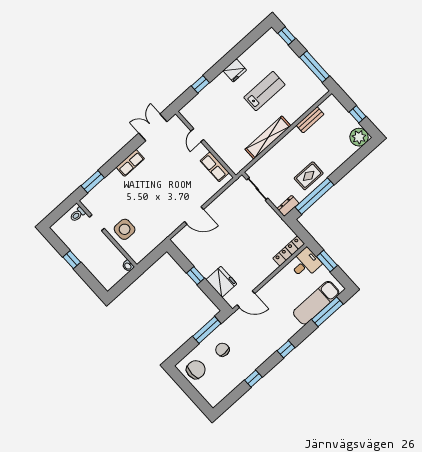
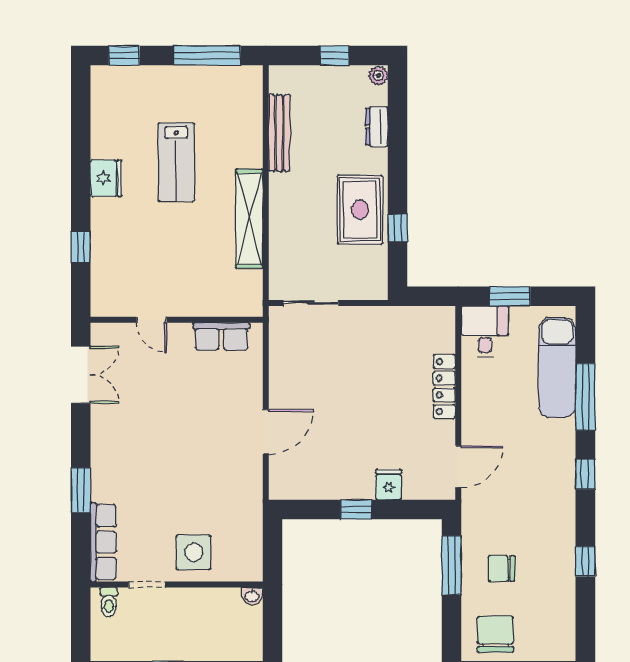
lab bench: (264, 91) -> (176, 162), turned 180
bench: (310, 120) -> (279, 133), width x1.36
double door: (153, 127) -> (81, 375), swing flipped
plant: (359, 137) -> (378, 75), width x0.53, depth x0.53
row of seats: (130, 163) -> (103, 542), moved, width x1.48
rug: (309, 176) -> (360, 210), width x1.36, depth x1.43
window: (93, 182) -> (81, 490), moved
window: (315, 196) -> (398, 228), width x0.32
dresser: (288, 206) -> (377, 127), moved
locker: (289, 251) -> (444, 387), moved
fridge: (221, 282) -> (389, 485), width x0.53, depth x0.75
window: (327, 312) -> (585, 397), moved

